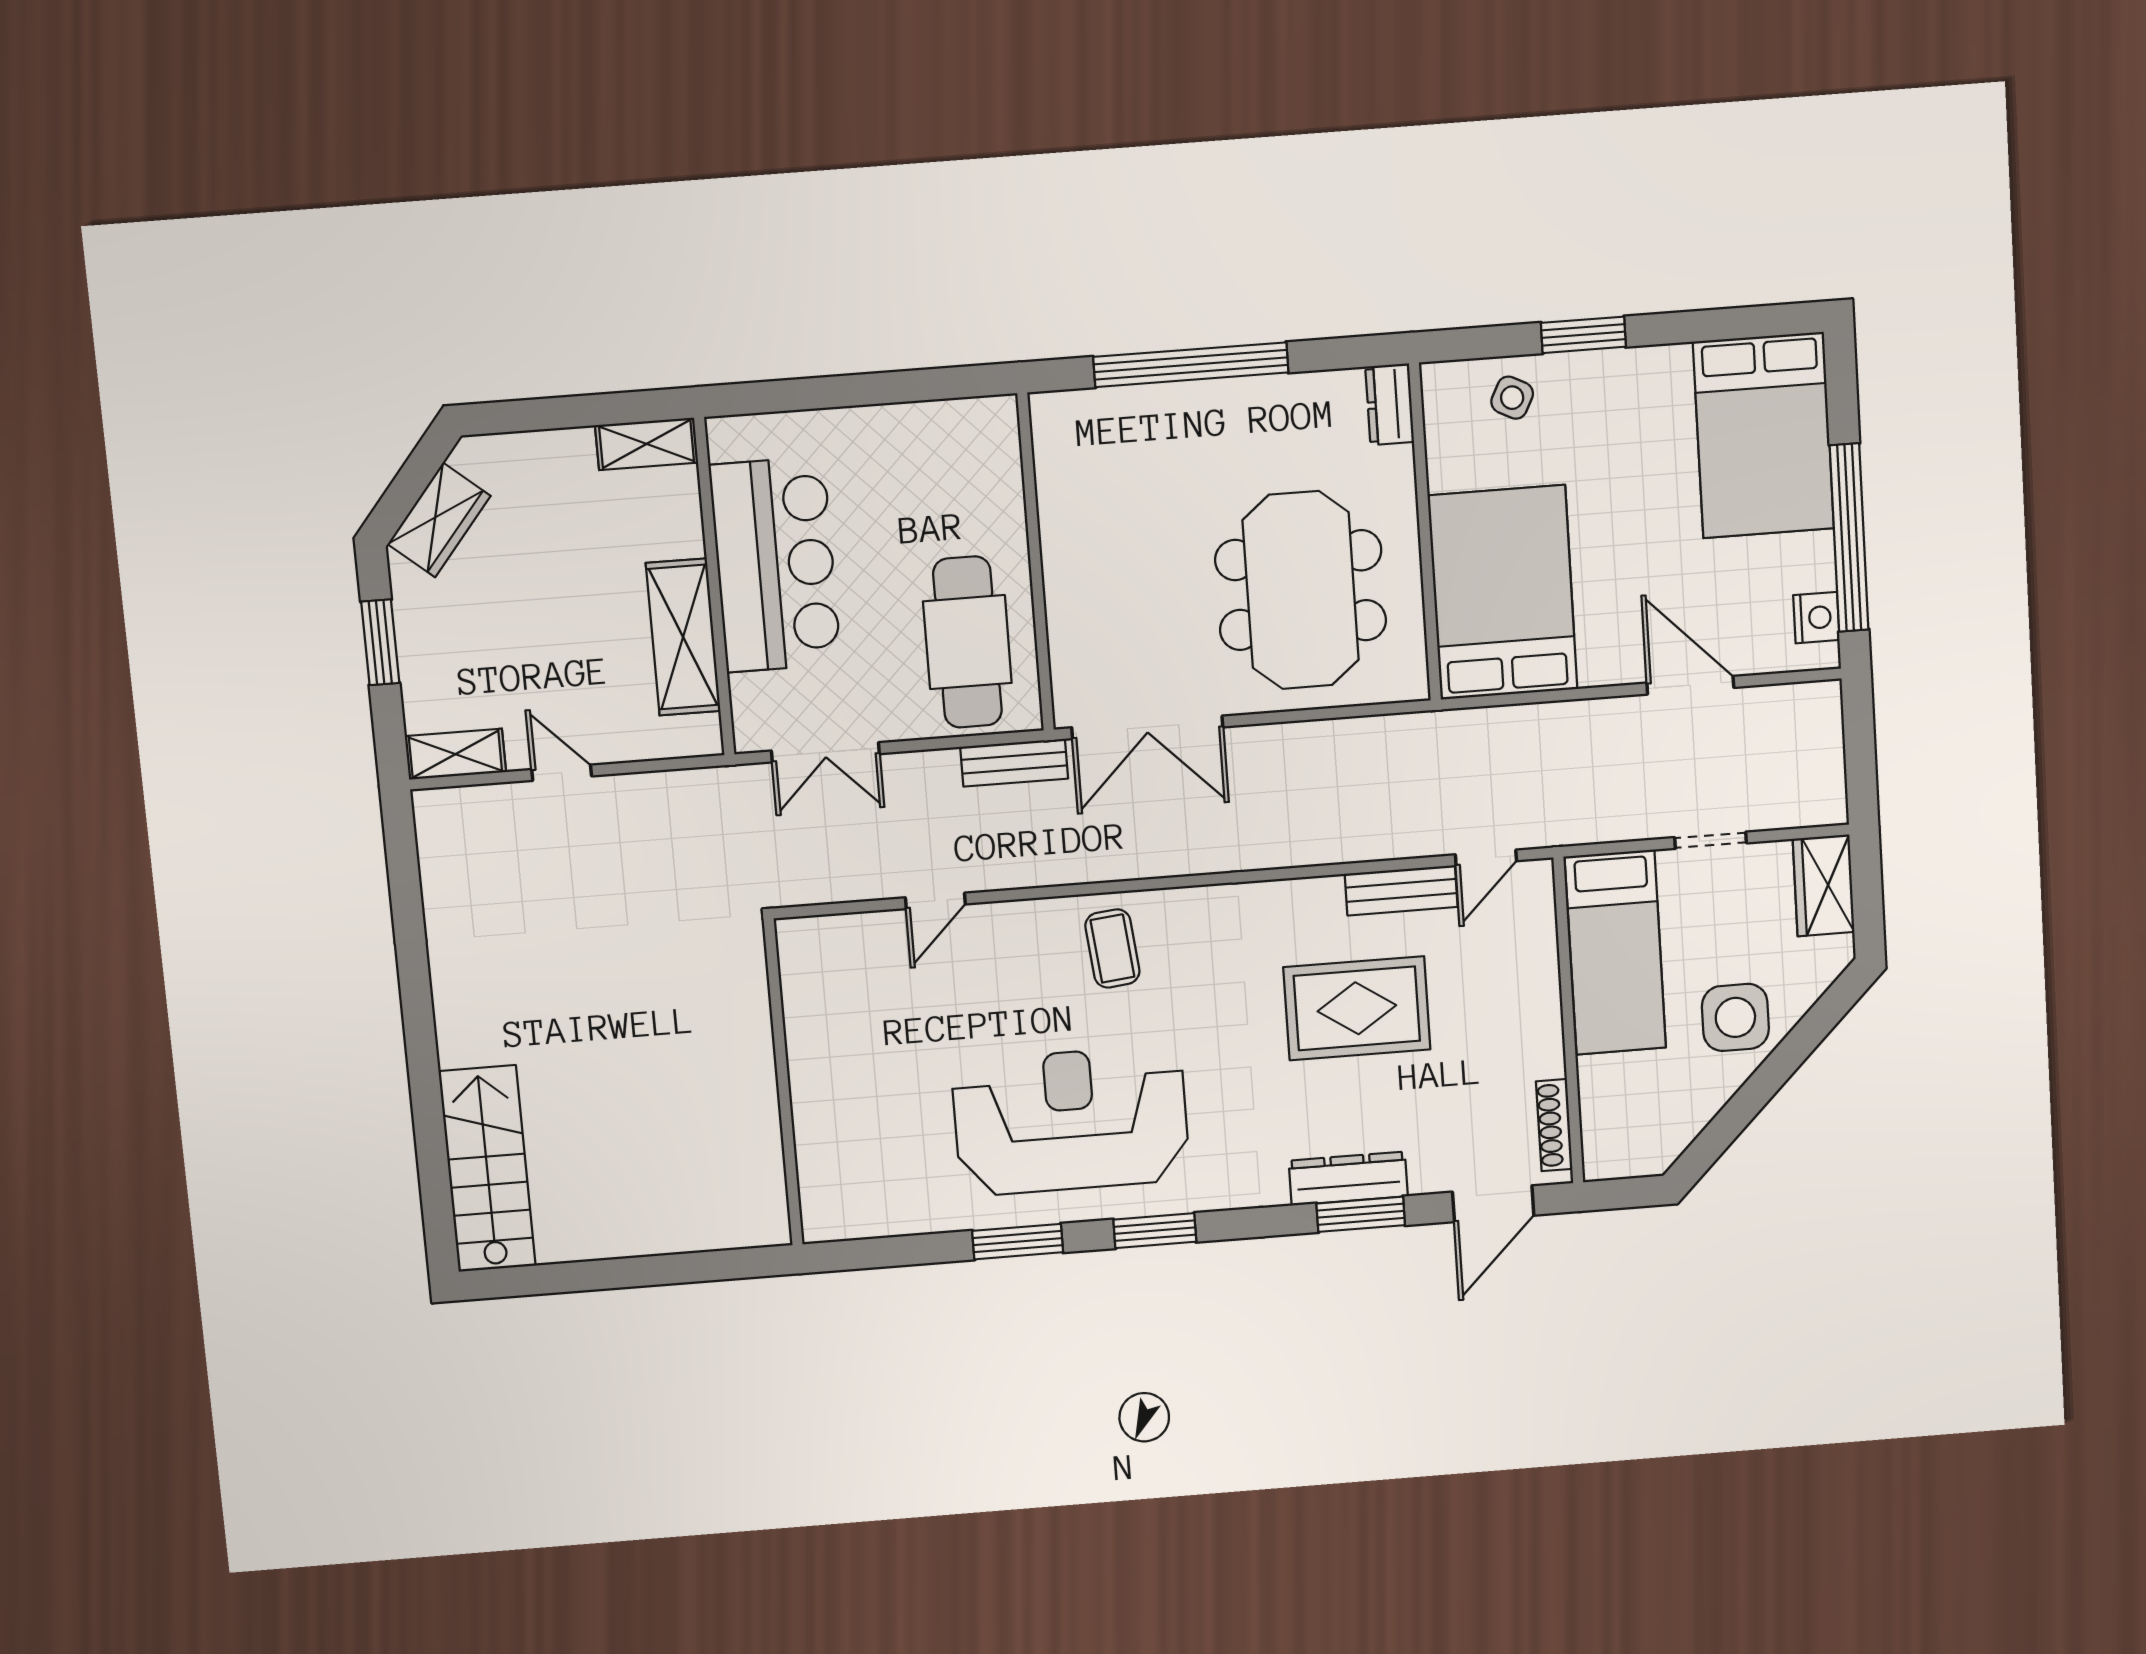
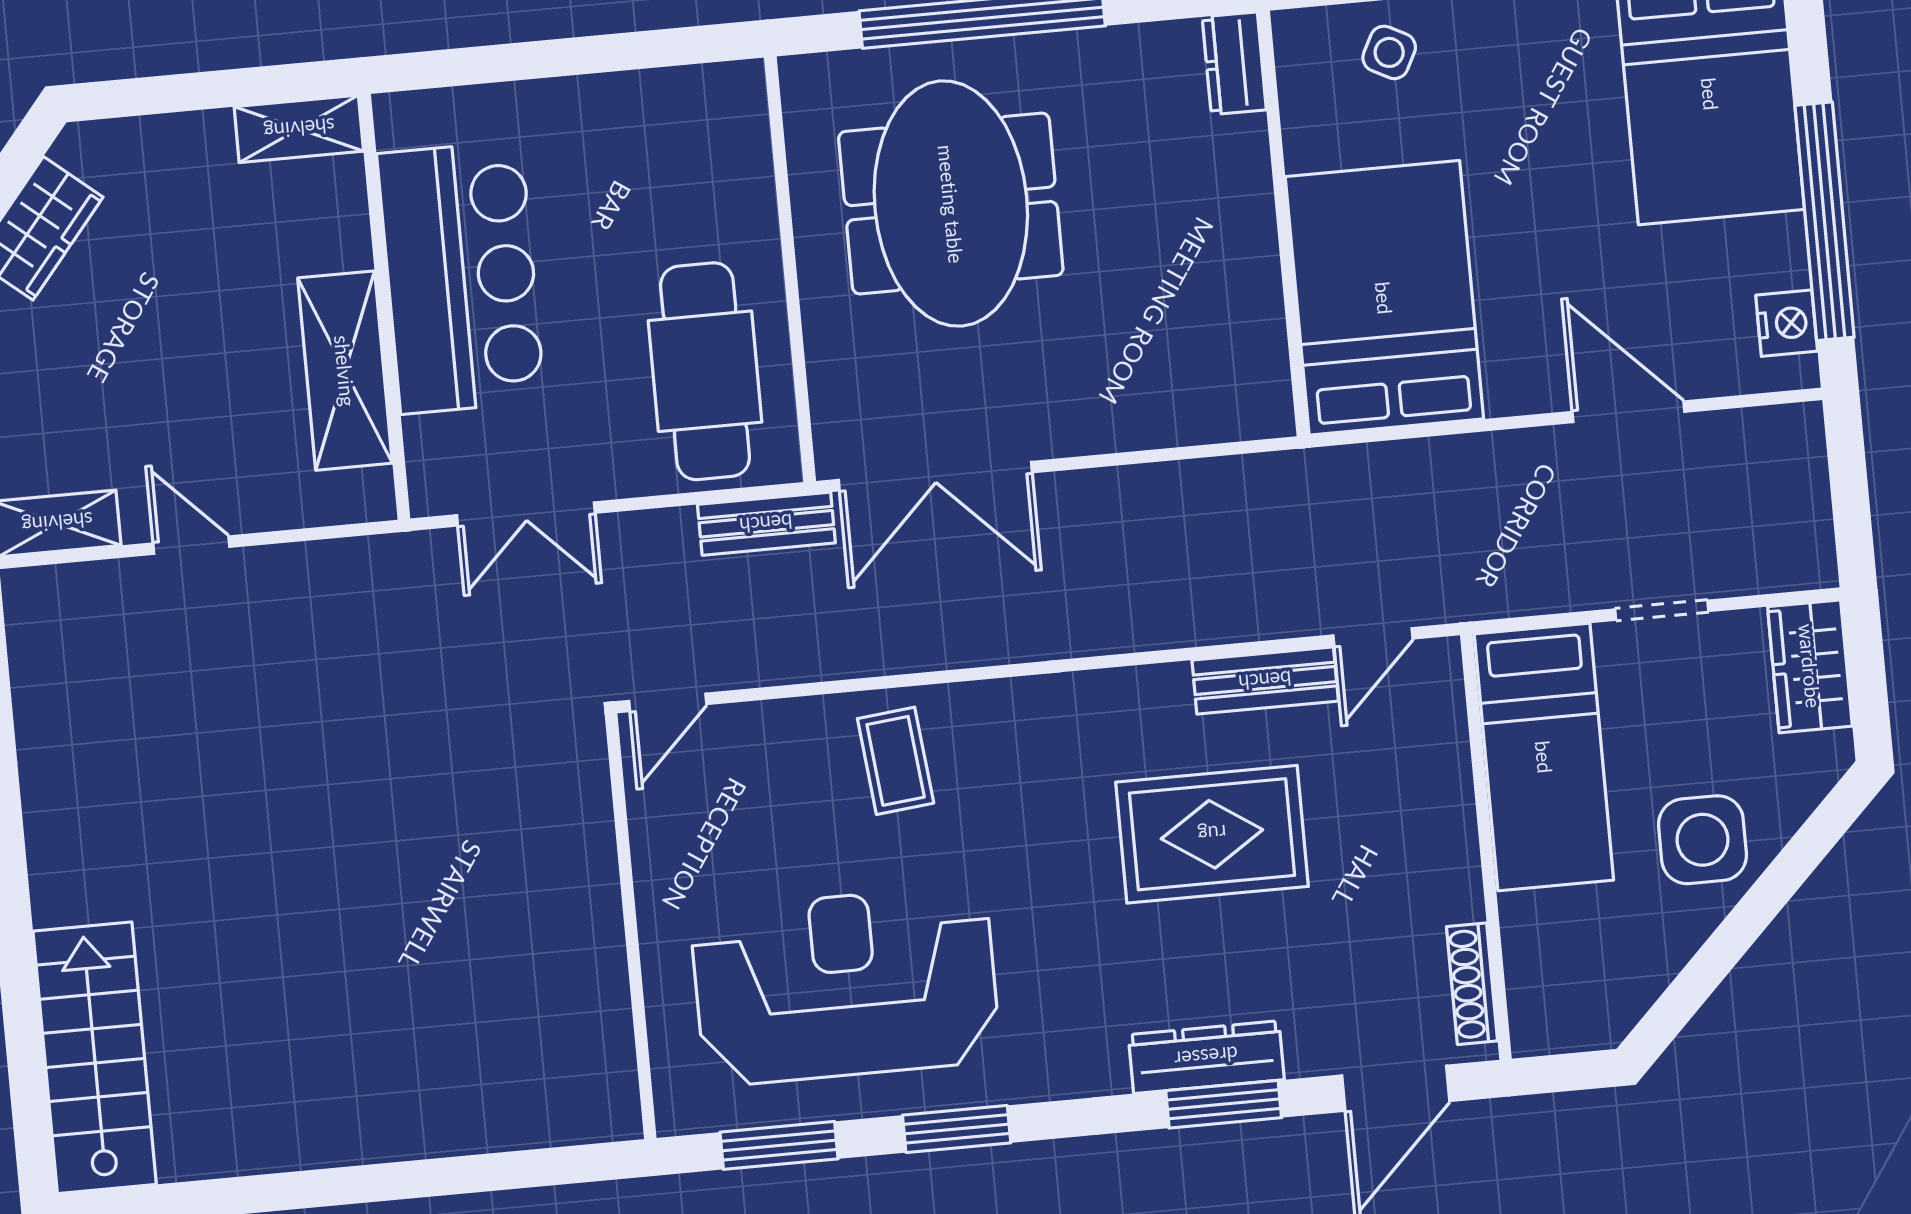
meeting table: (1301, 590) -> (951, 204), moved
wall: (783, 1083) -> (631, 926), moved

